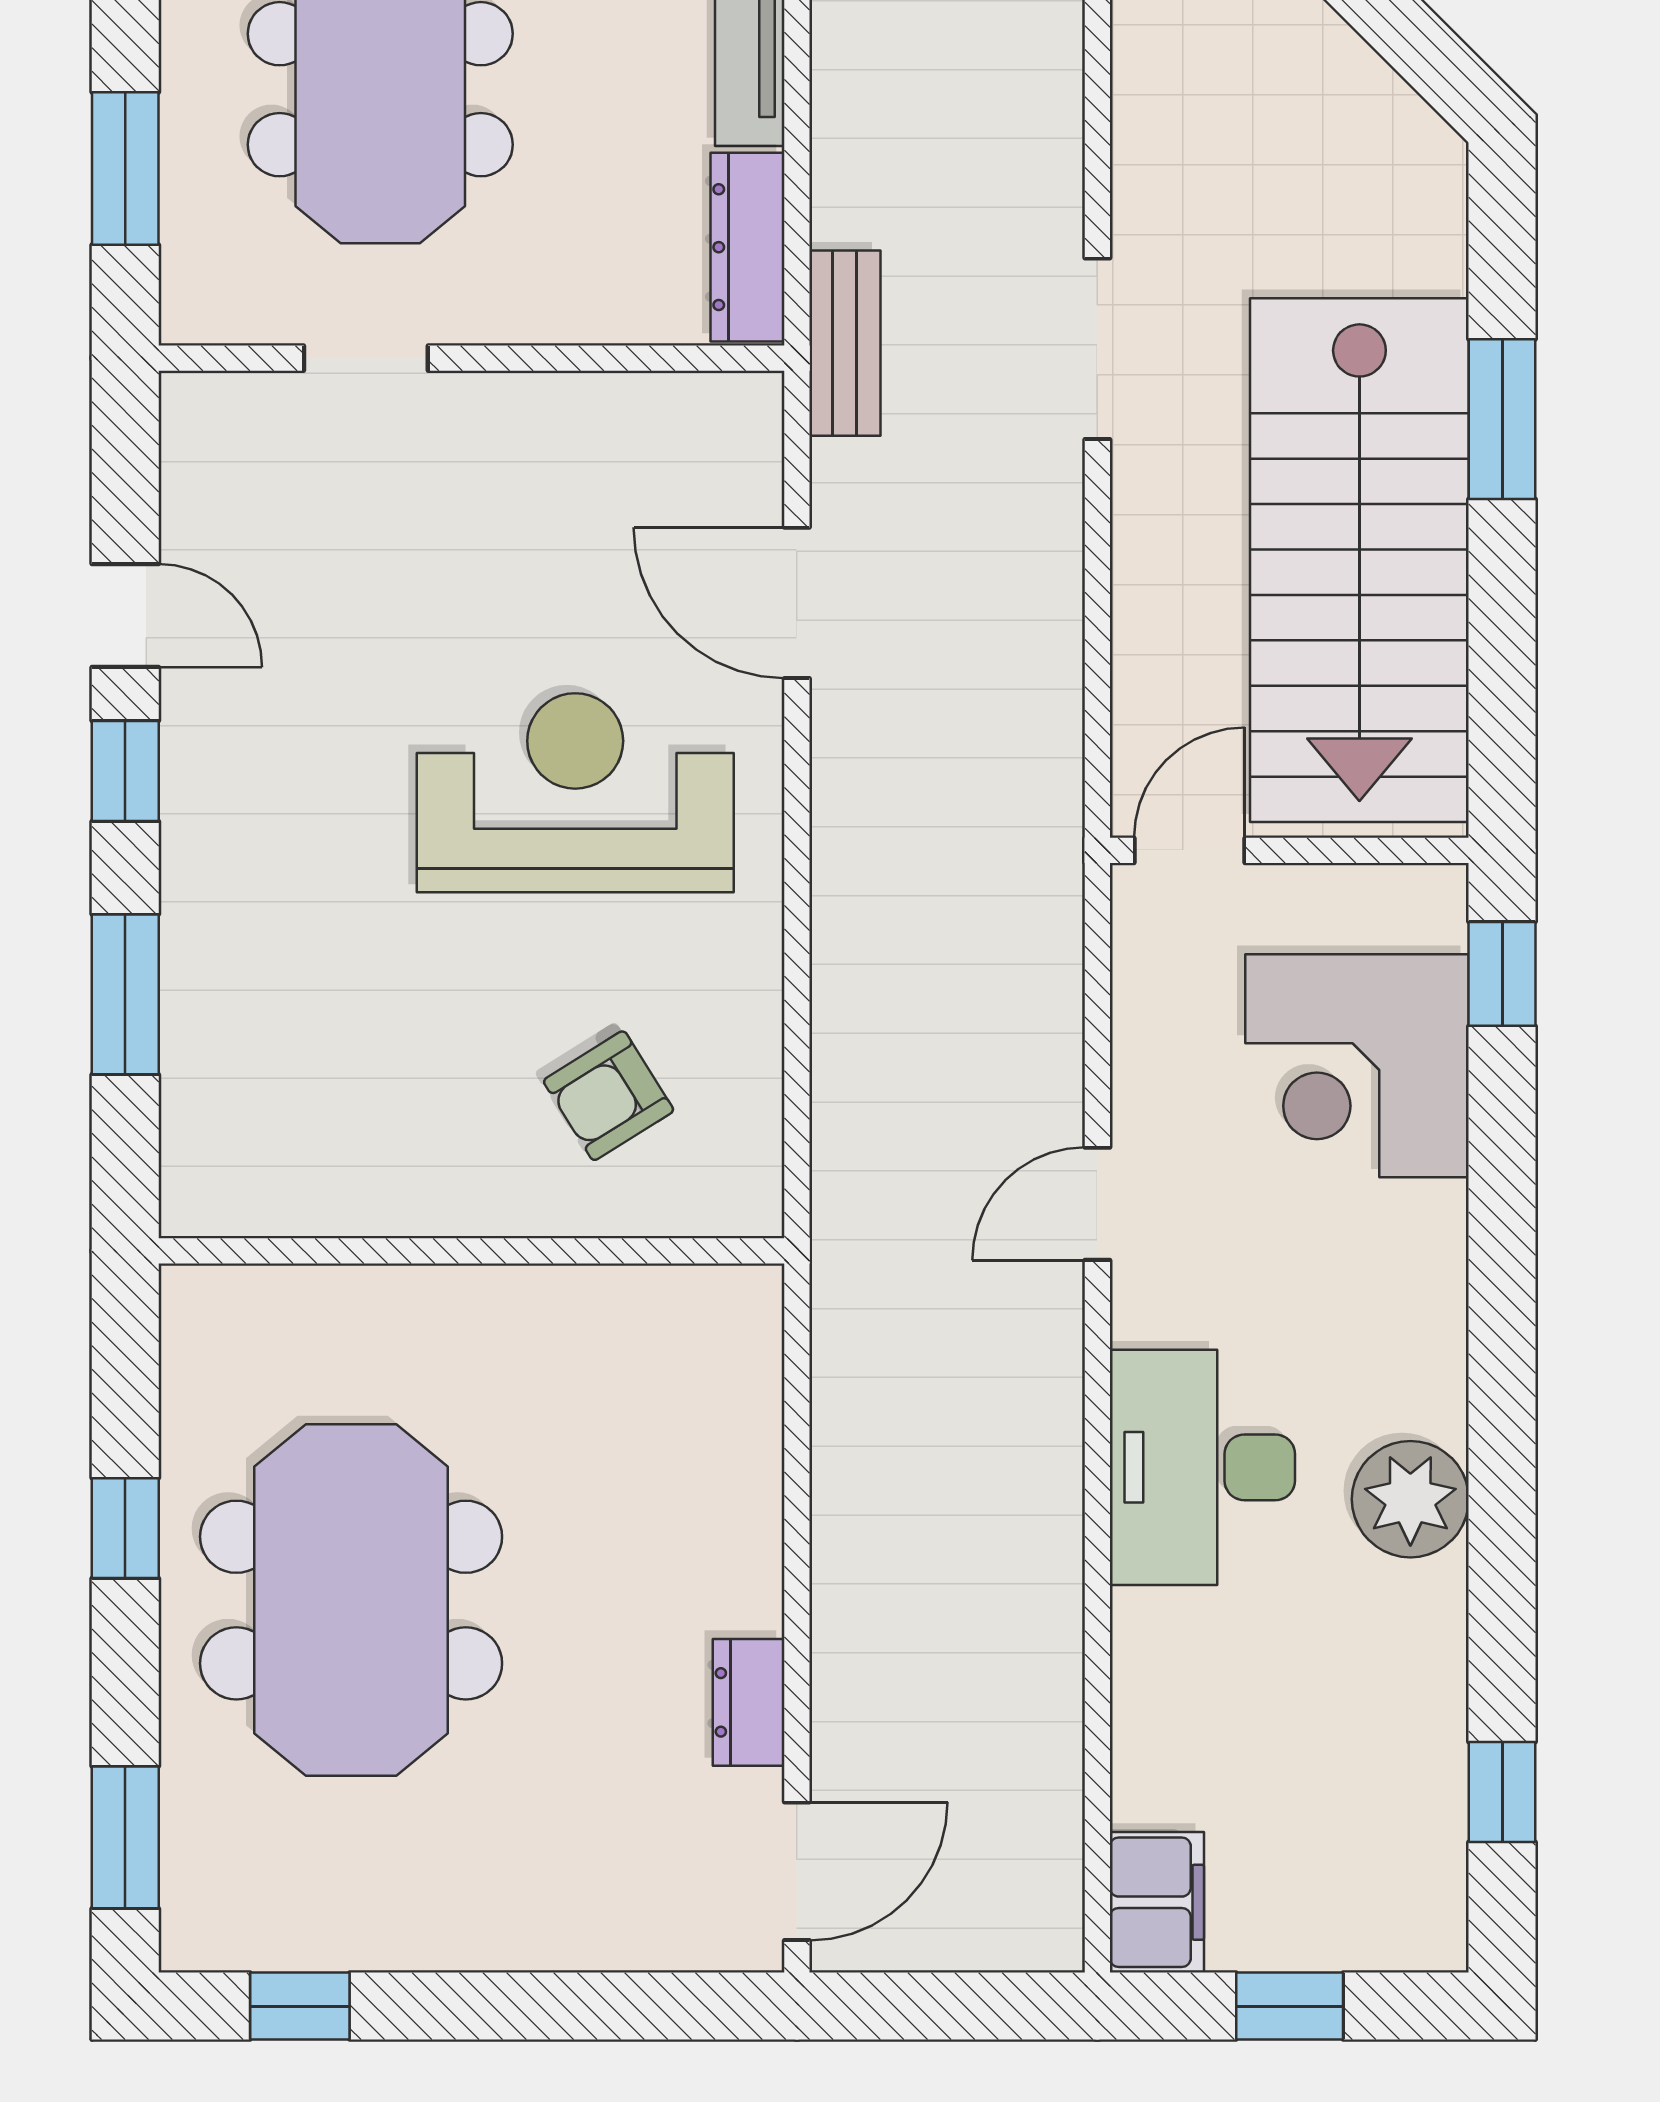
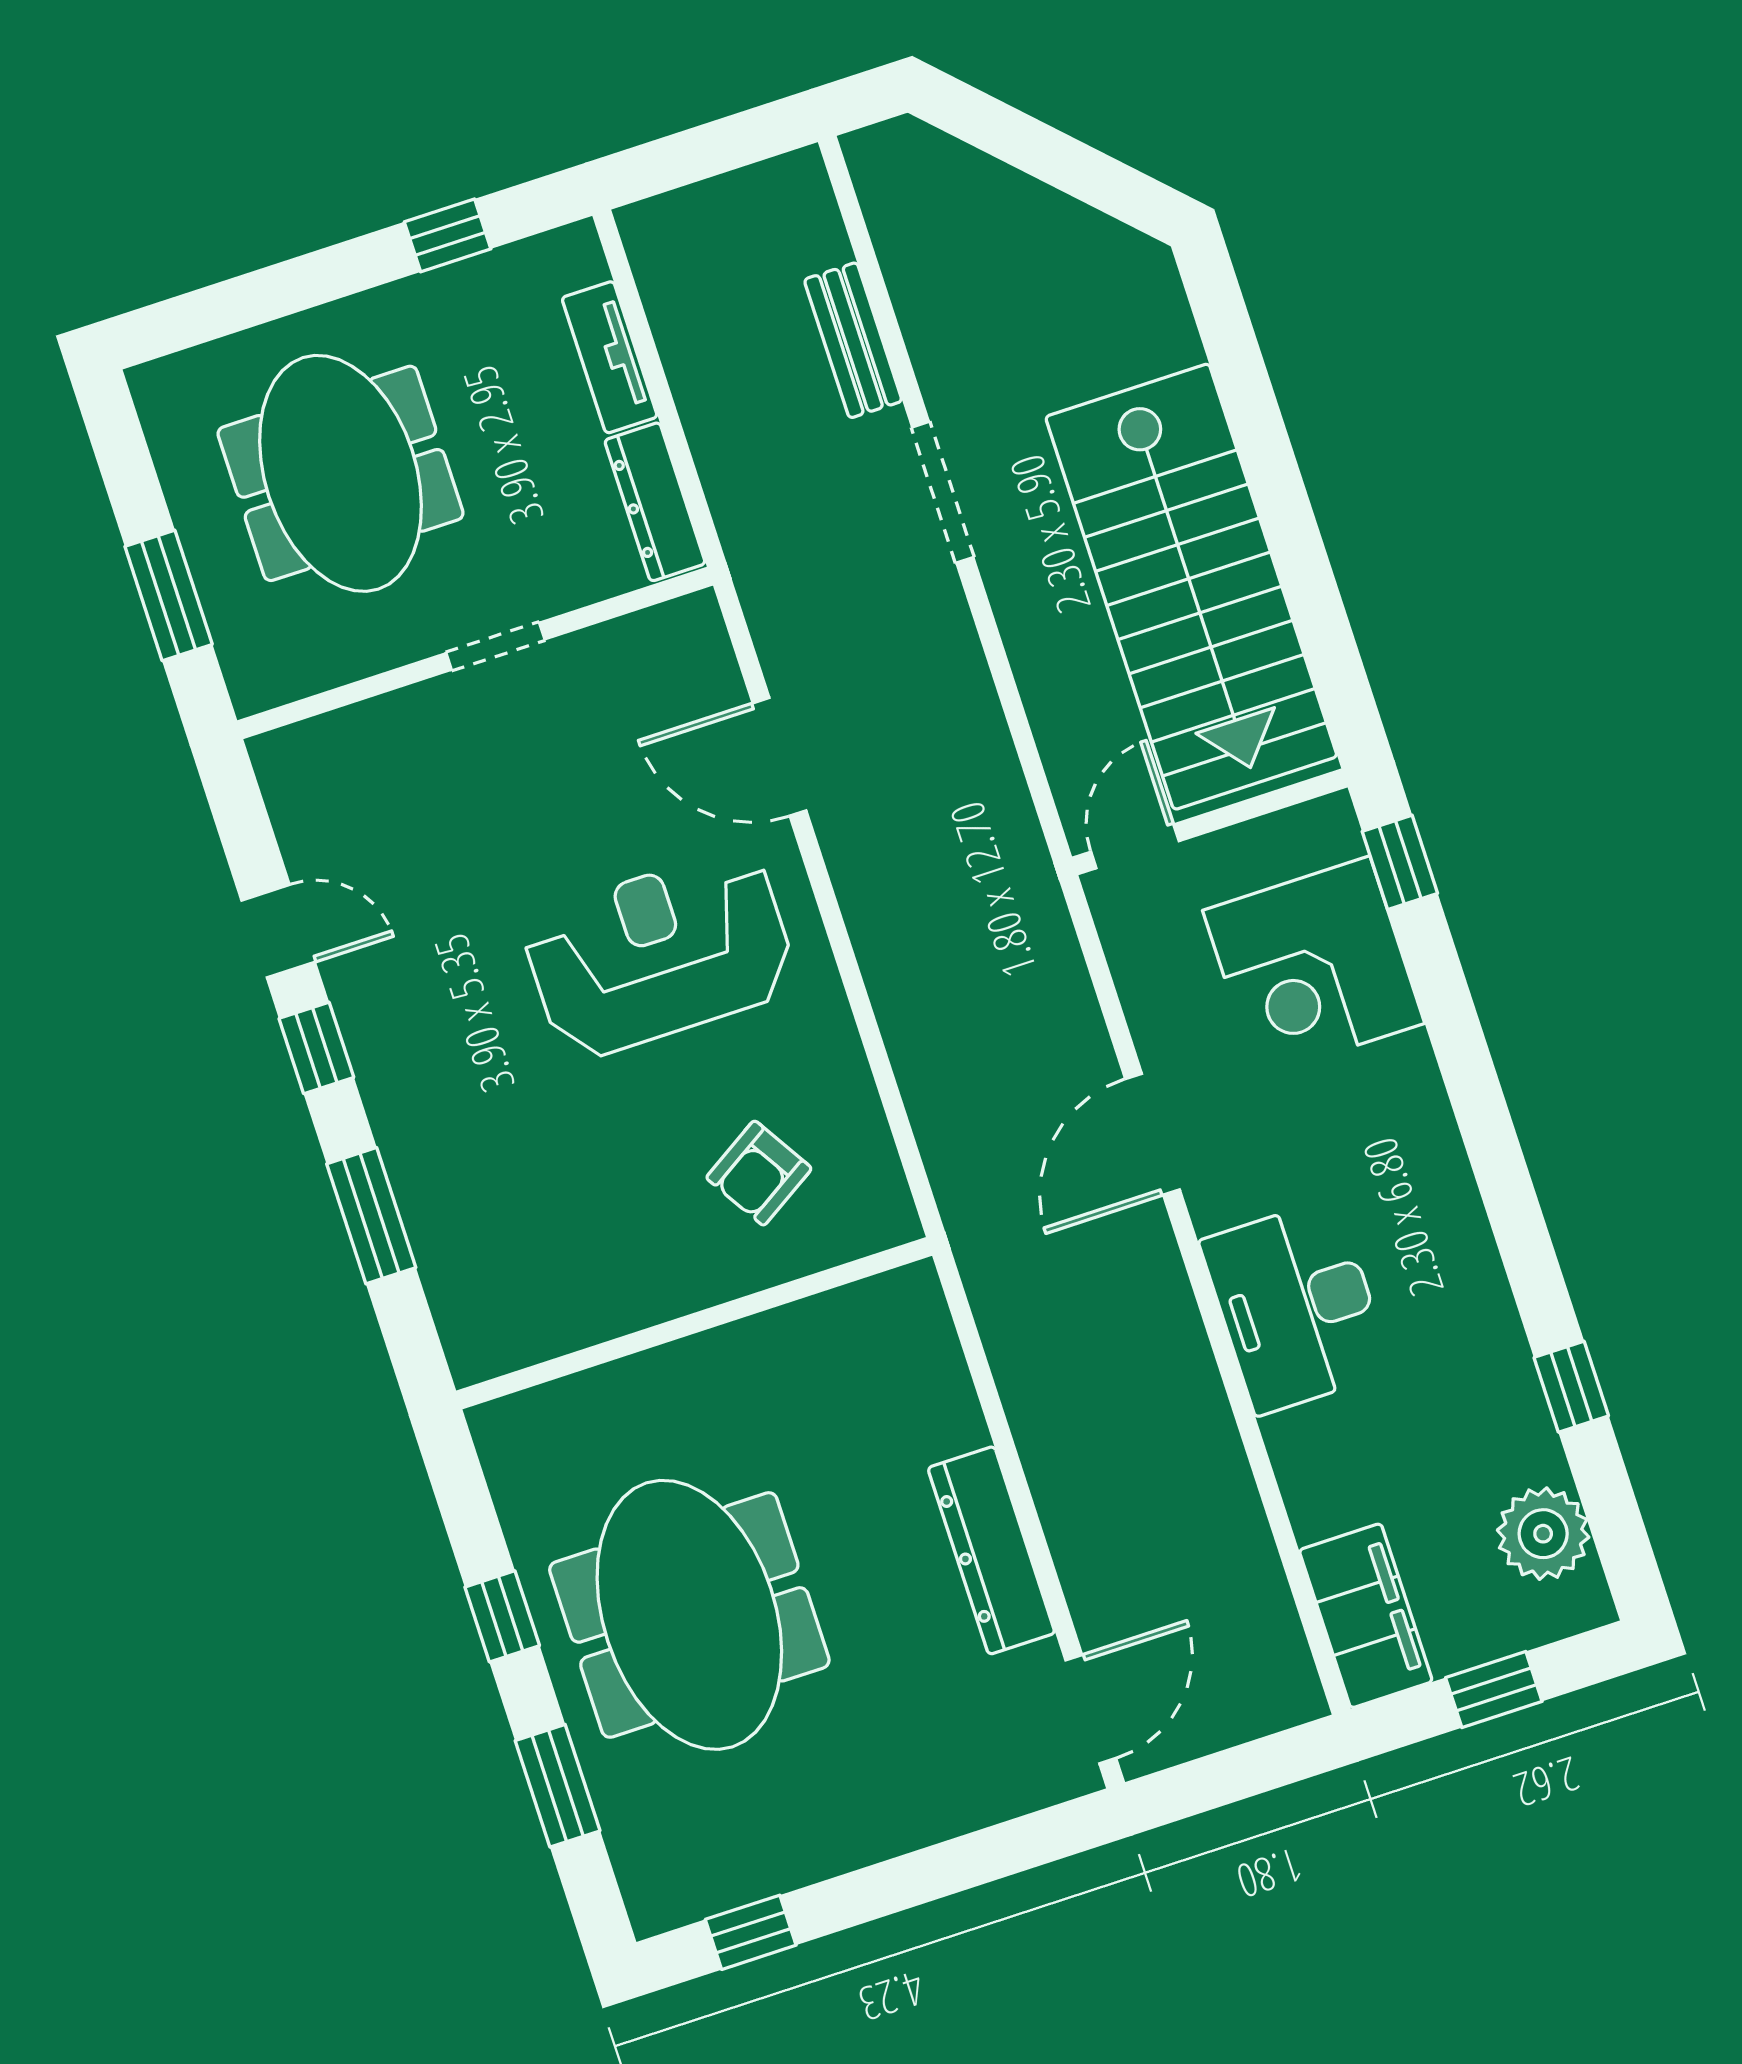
bench: (845, 343) -> (853, 340), moved
doorway: (366, 358) -> (495, 646), moved
window: (1502, 419) -> (1264, 446), removed
door: (1097, 1204) -> (1152, 1134), width x1.38
plant: (1410, 1499) -> (1543, 1534), moved
dresser: (749, 1702) -> (991, 1550), width x1.96, depth x1.24
window: (1502, 1792) -> (1571, 1387), moved
window: (125, 1837) -> (558, 1786), moved
filing cabinet: (1157, 1902) -> (1366, 1616), width x1.50, depth x1.17

